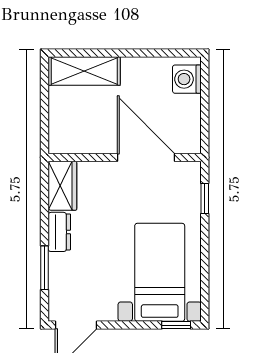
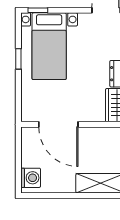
window: (205, 199) -> (18, 59), moved

